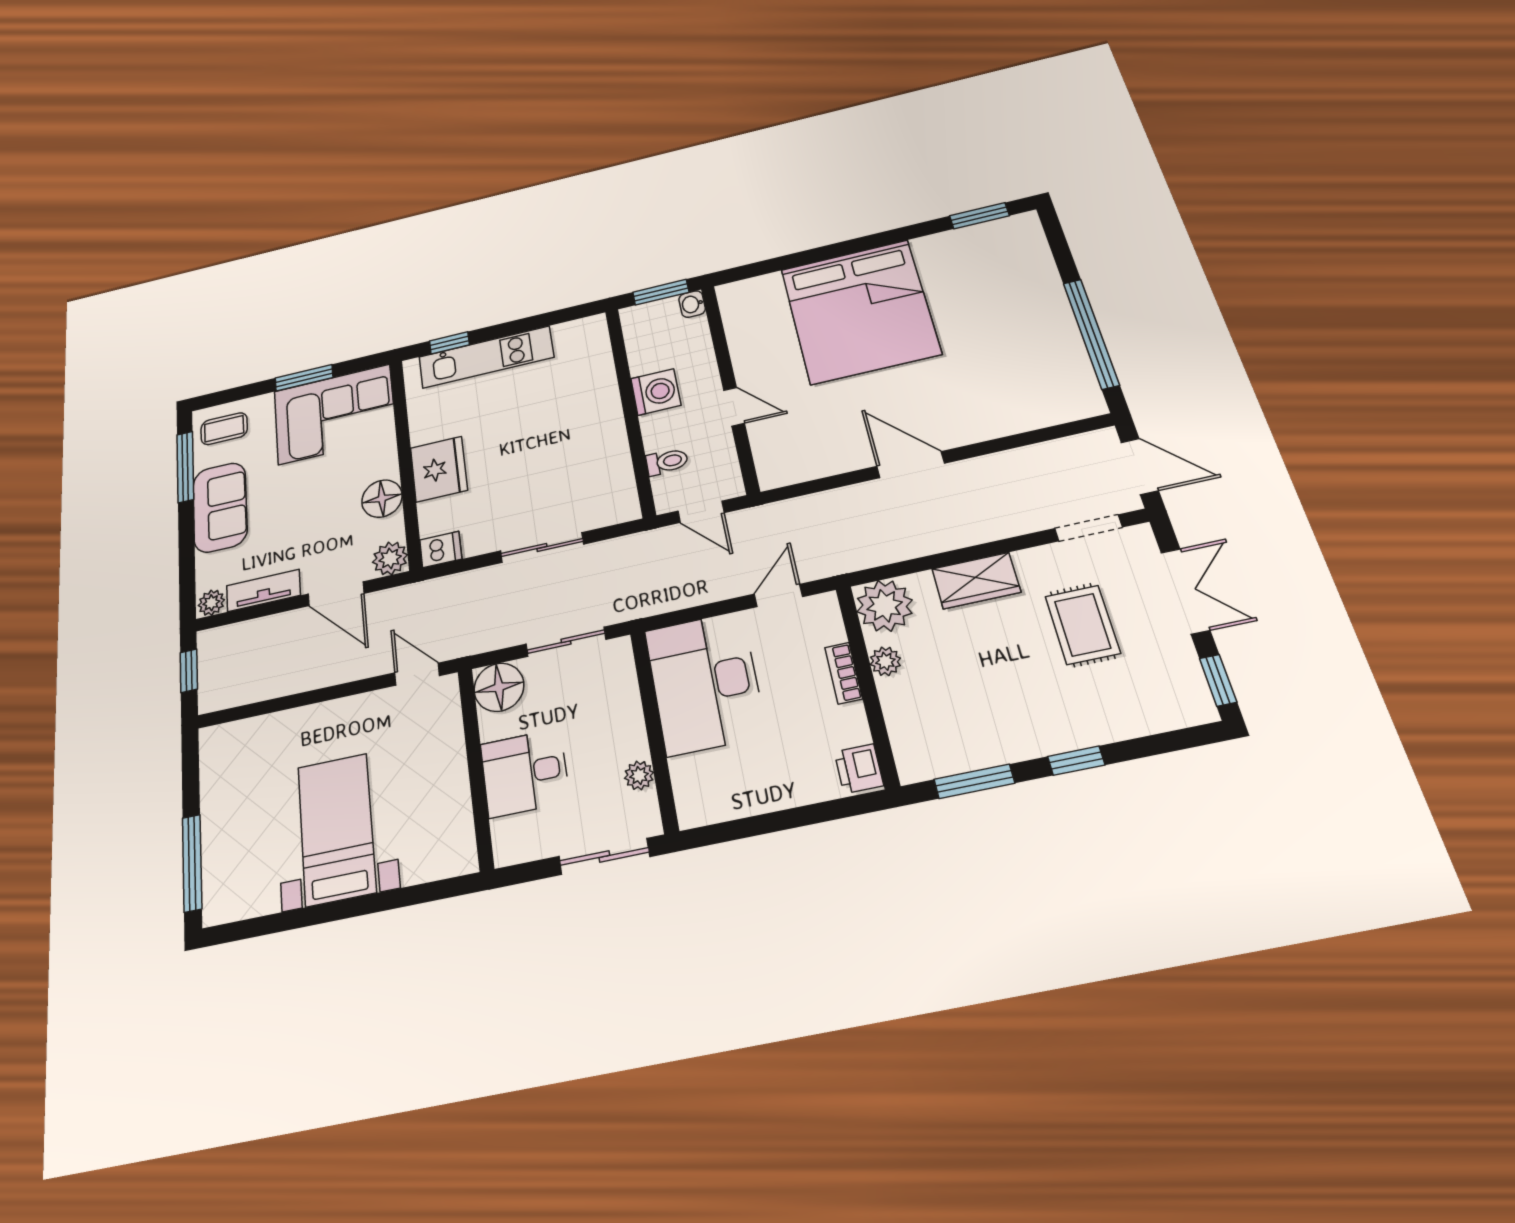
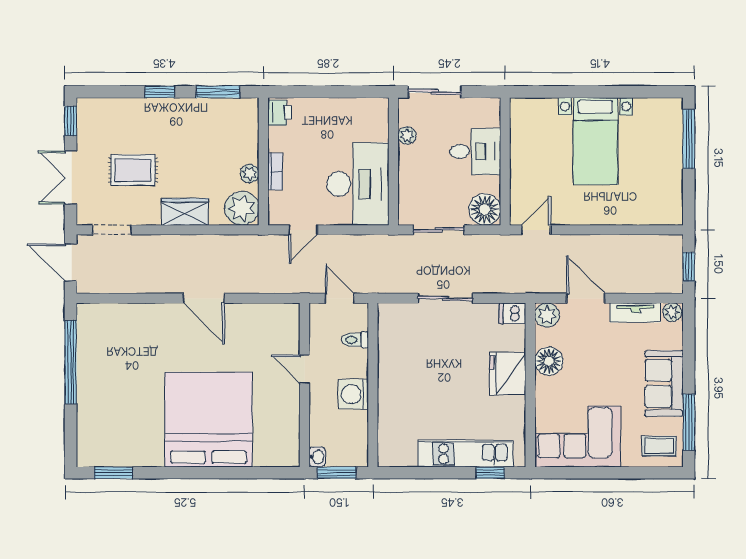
window: (304, 378) -> (598, 473), removed
rug: (1083, 625) -> (133, 170), turned 90
door: (417, 674) -> (536, 230), swing flipped

